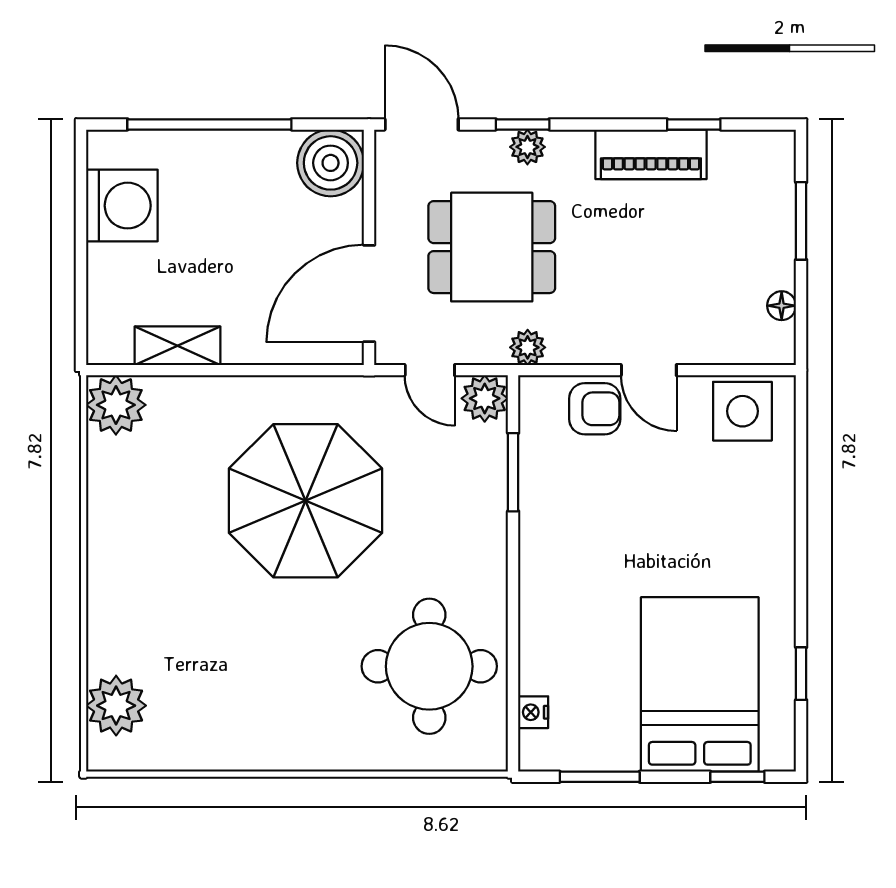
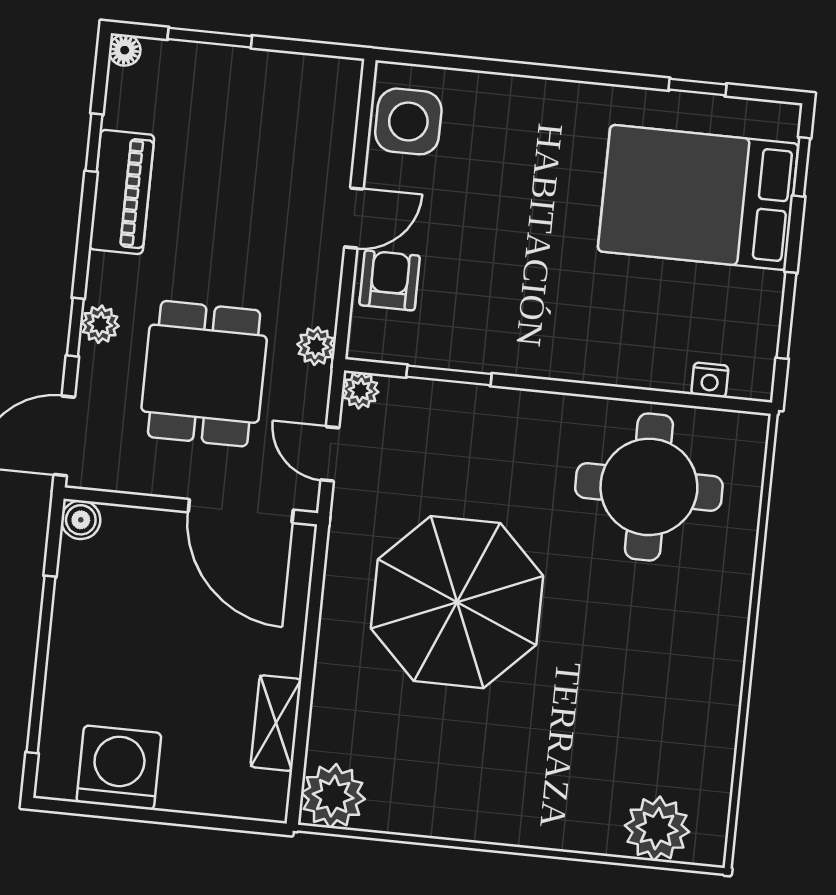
boiler: (331, 163) -> (81, 520), width x0.54, depth x0.54
floor lamp: (782, 306) -> (125, 50), moved
door: (430, 370) -> (330, 454), swing flipped
plant: (485, 398) -> (360, 390), width x0.73, depth x0.73

